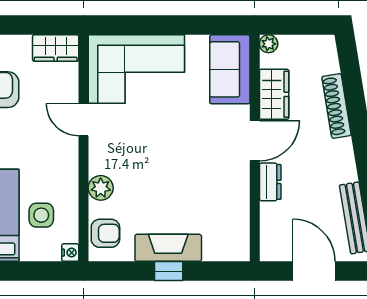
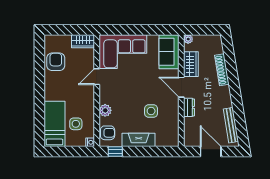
door: (83, 120) -> (97, 77), hinge flipped
door: (255, 141) -> (181, 87), swing flipped
side table: (193, 189) -> (151, 111), added
window: (169, 271) -> (115, 152), moved

